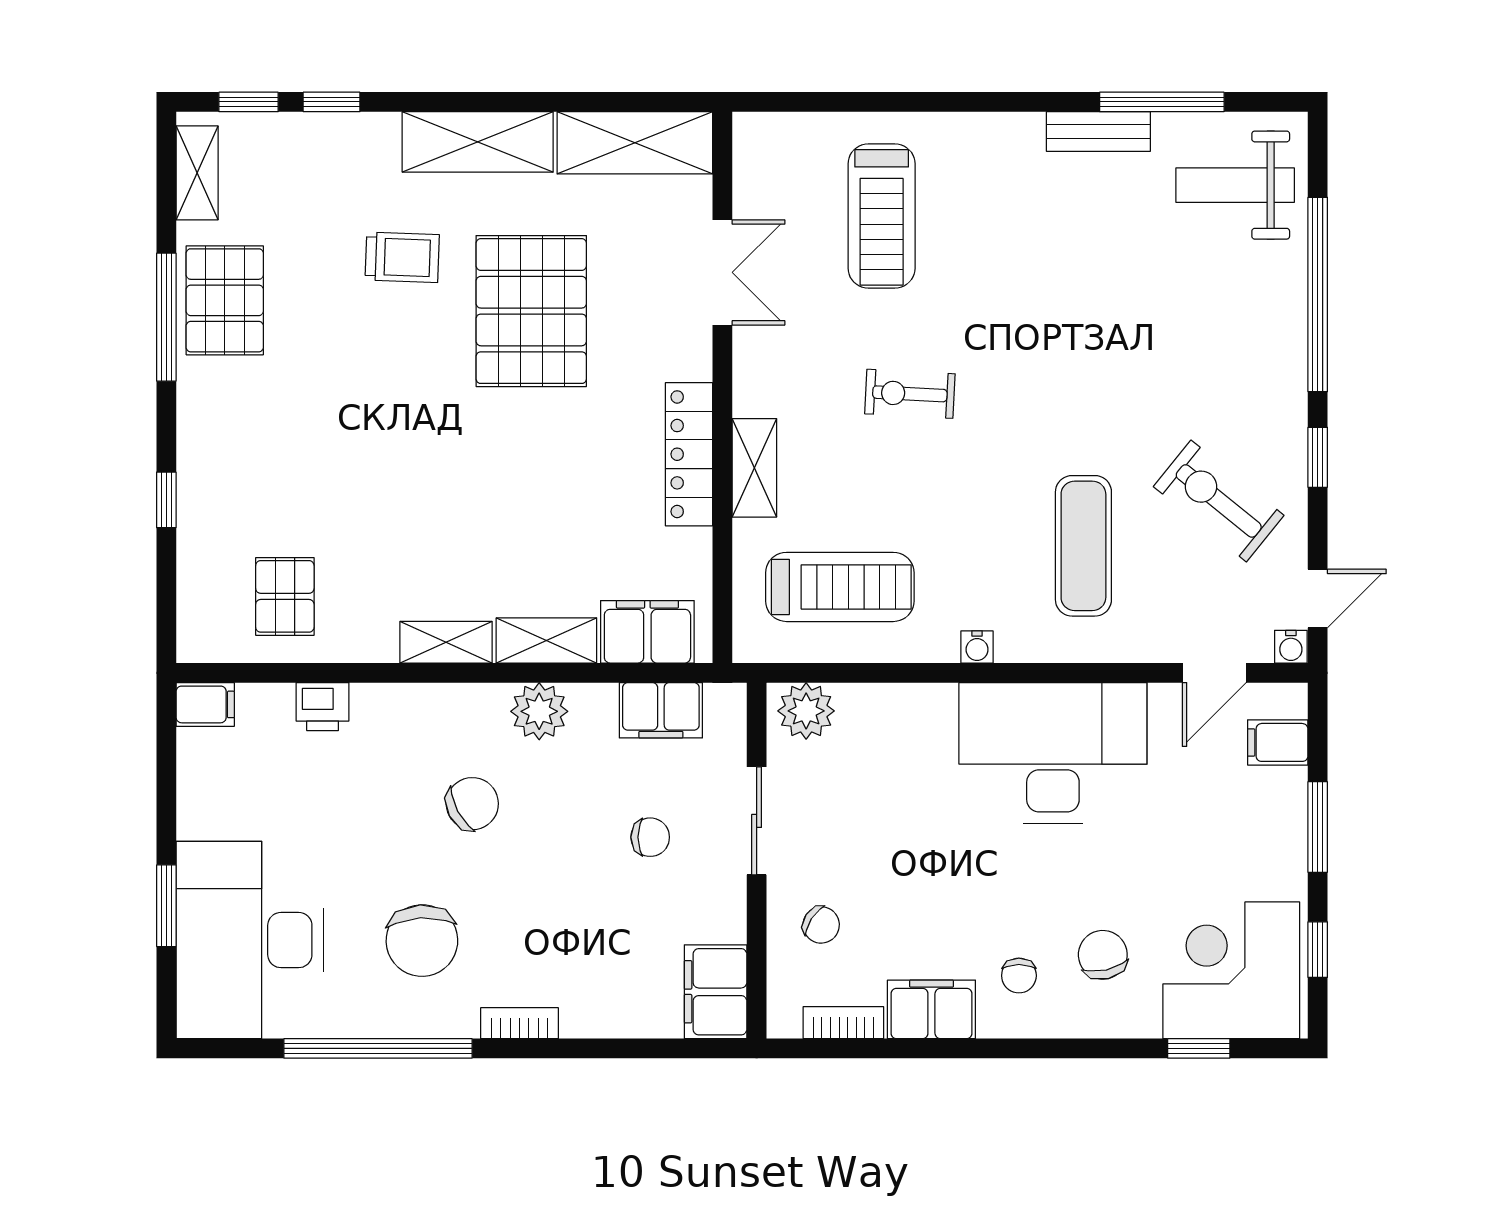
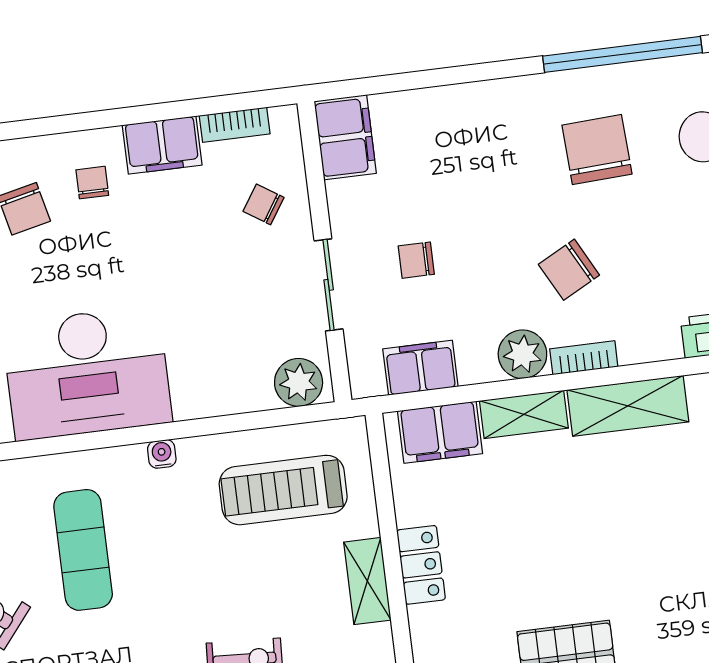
locker: (689, 454) -> (421, 565), width x0.66
shelving: (446, 642) -> (628, 406), width x1.50, depth x1.33
bookcase: (520, 1023) -> (584, 358), moved, turned 180

